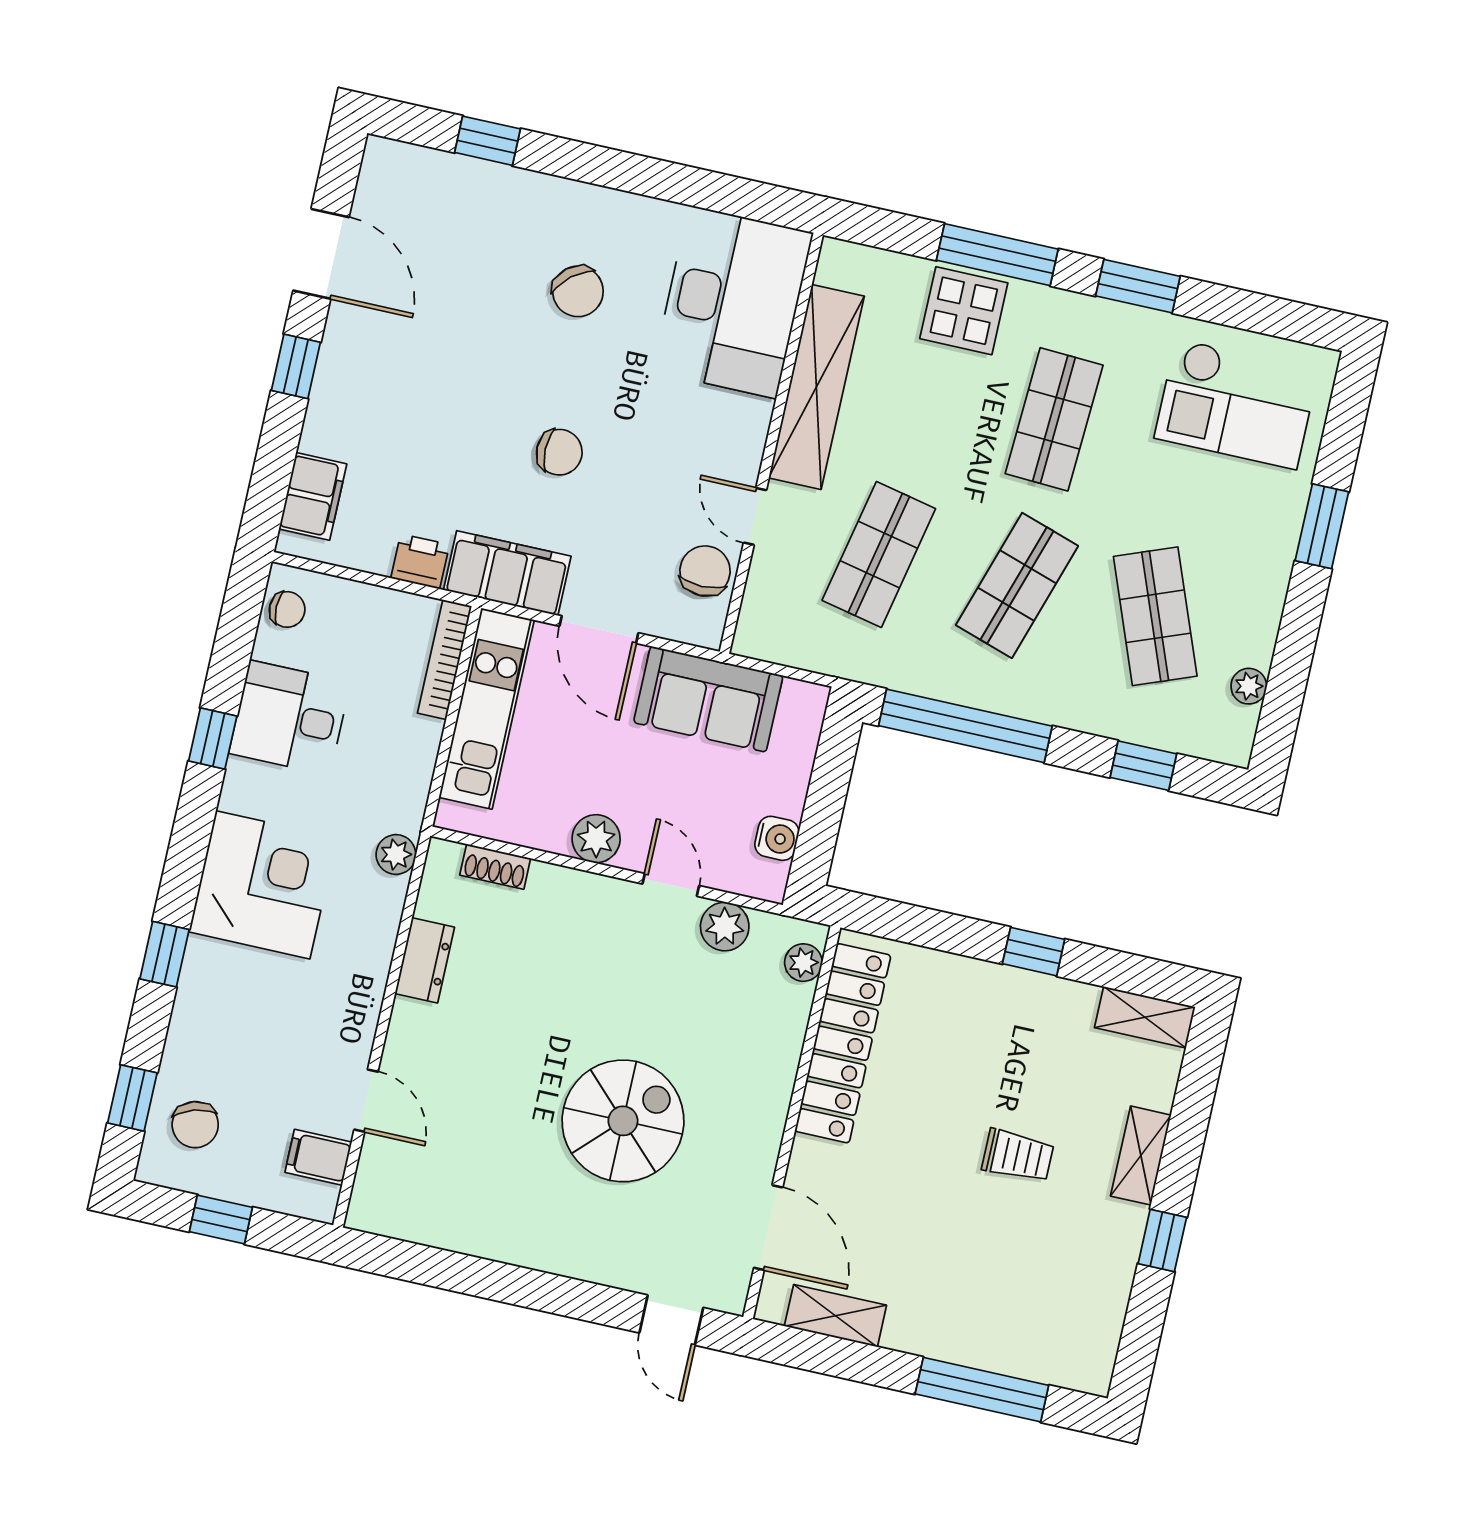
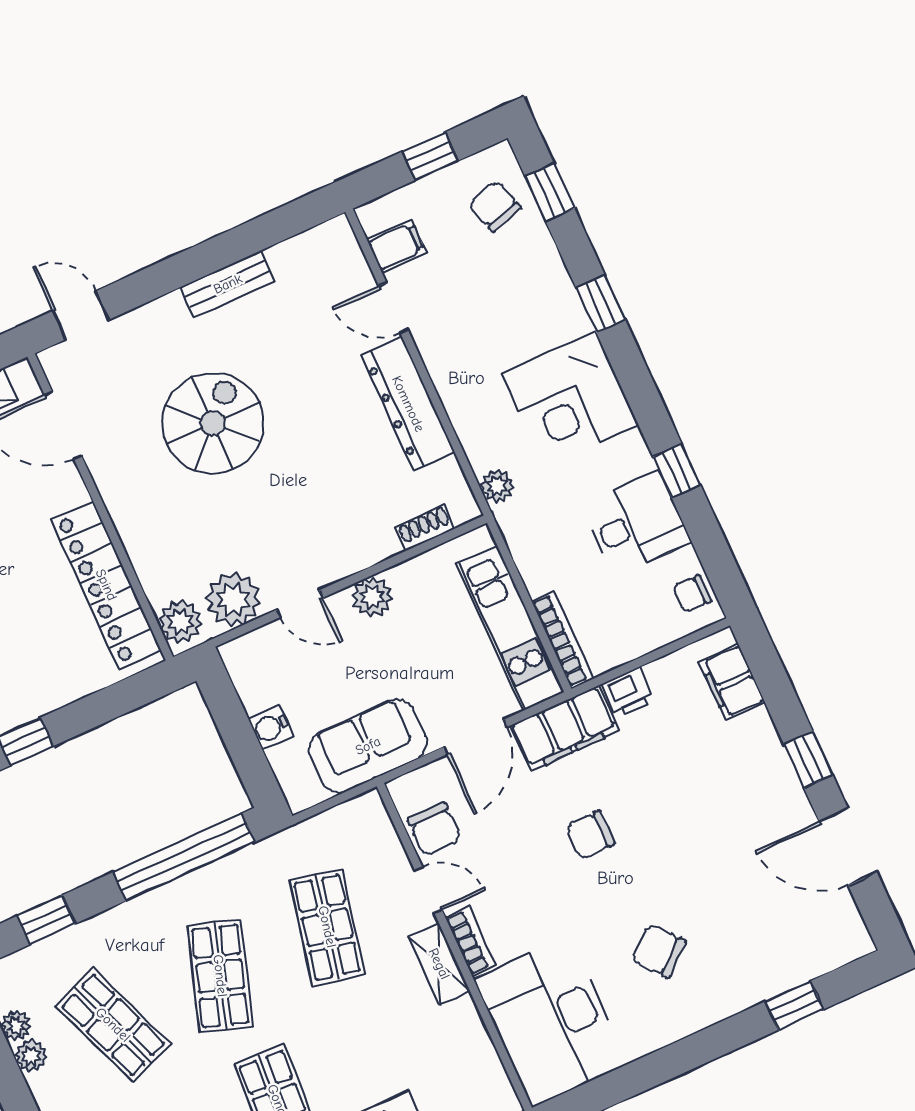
shelving: (816, 387) -> (439, 964), width x0.45, depth x0.75
bookcase: (752, 437) -> (470, 942), added
door: (599, 630) -> (475, 737), swing flipped
plant: (1256, 646) -> (31, 1056), added
water cooler: (777, 838) -> (271, 727), moved
plant: (725, 927) -> (233, 600), width x1.36, depth x1.36
dresser: (425, 960) -> (408, 404), width x1.96, depth x1.24
plant: (803, 963) -> (180, 622), width x1.38, depth x1.38
spiral stairs: (623, 1121) -> (213, 423), turned 180
bench: (508, 1244) -> (228, 284), added

